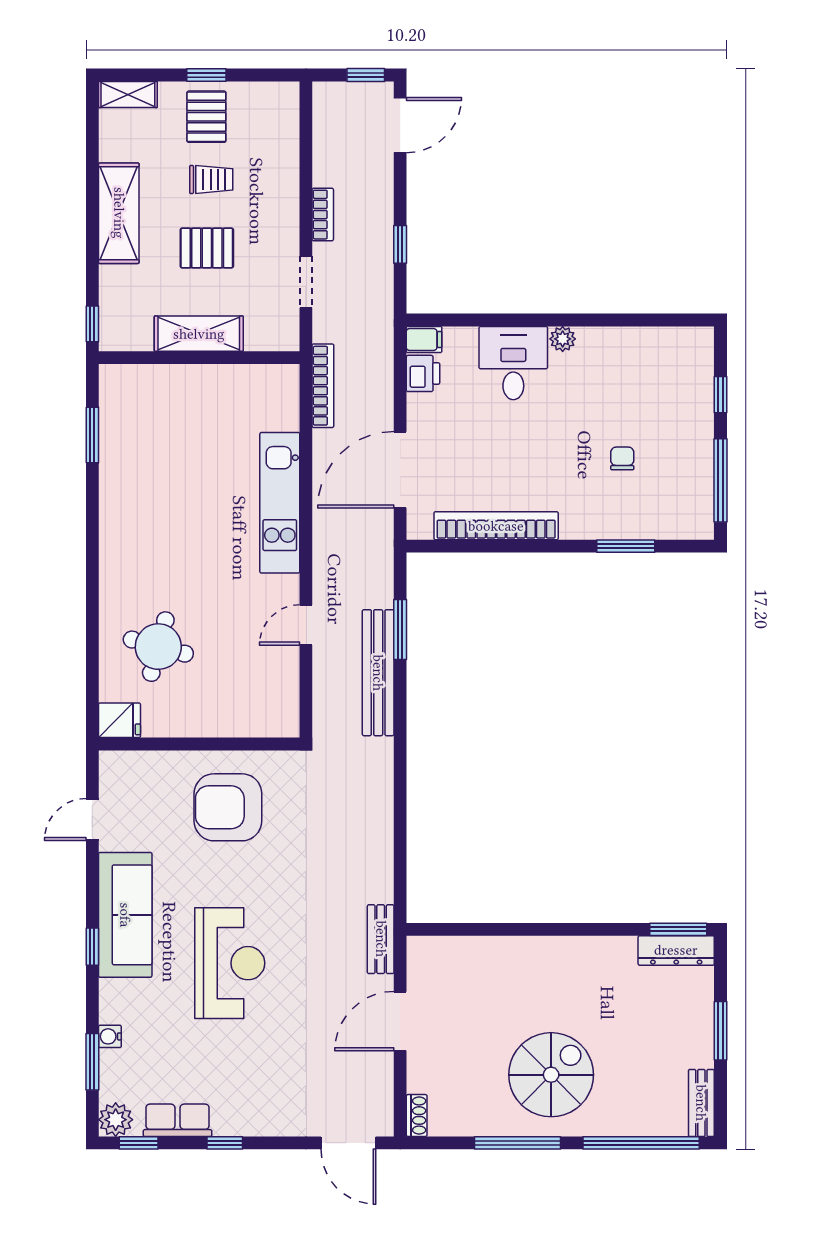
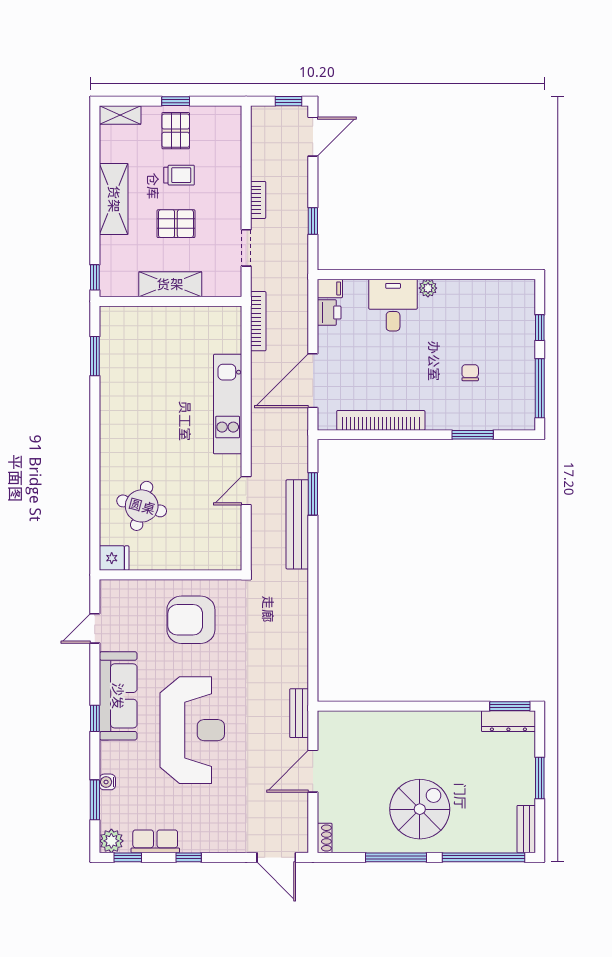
reception desk: (230, 963) -> (192, 730), width x1.36, depth x1.30

